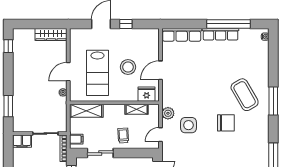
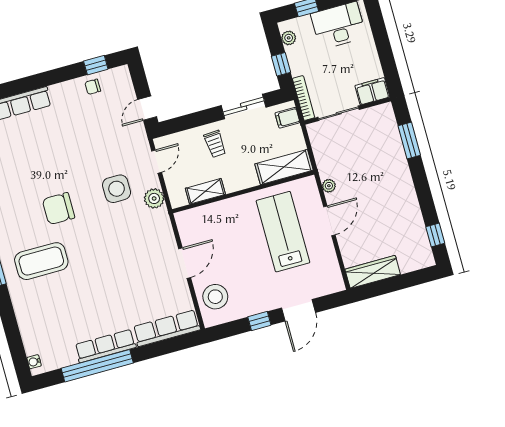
stool: (128, 67) -> (215, 297), moved
fridge: (147, 94) -> (196, 219), removed
coffee table: (245, 95) -> (41, 261), turned -60

